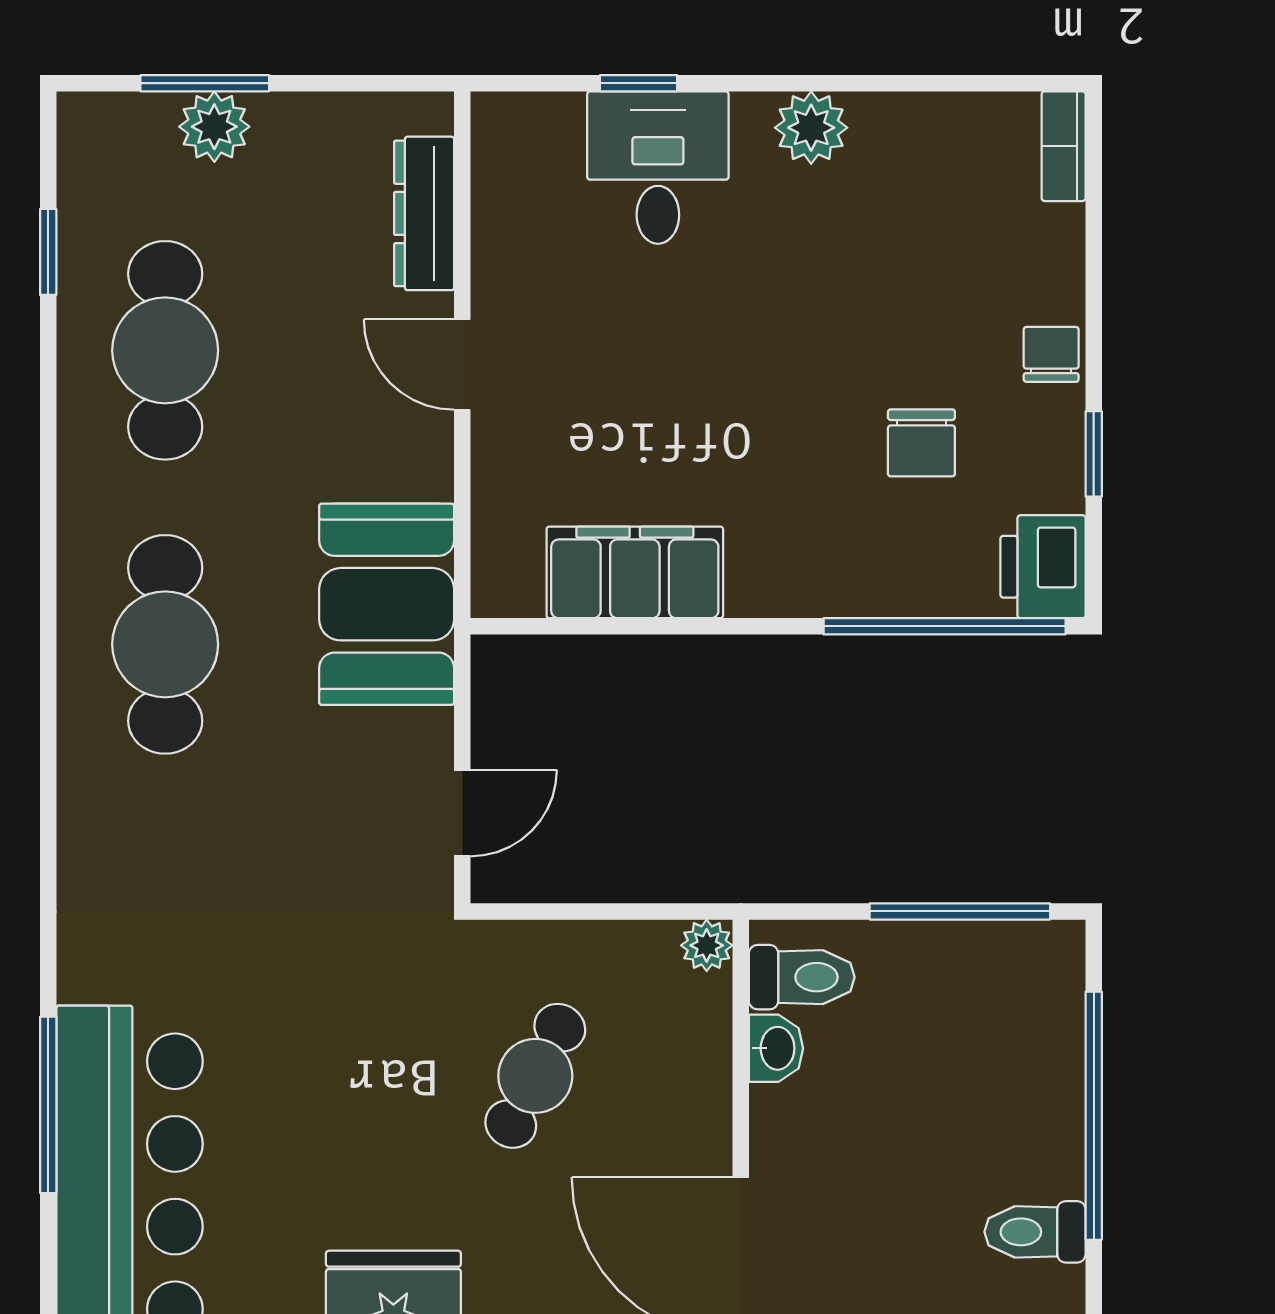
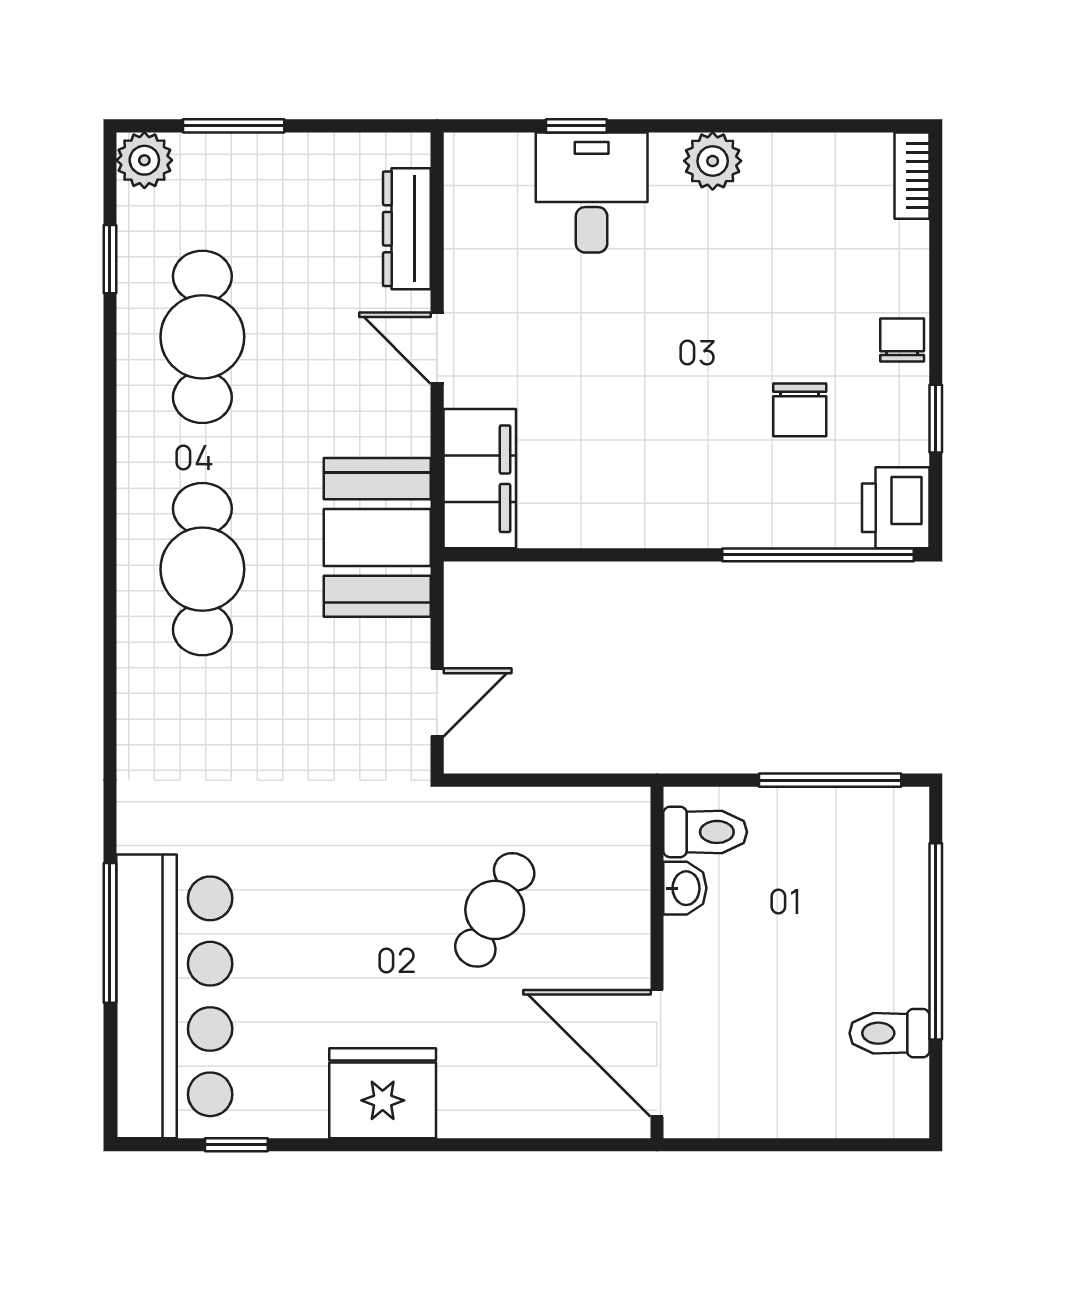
plant: (214, 127) -> (144, 160), moved
filing cabinet: (635, 572) -> (480, 479), moved, turned 90
plant: (707, 945) -> (630, 807), removed

